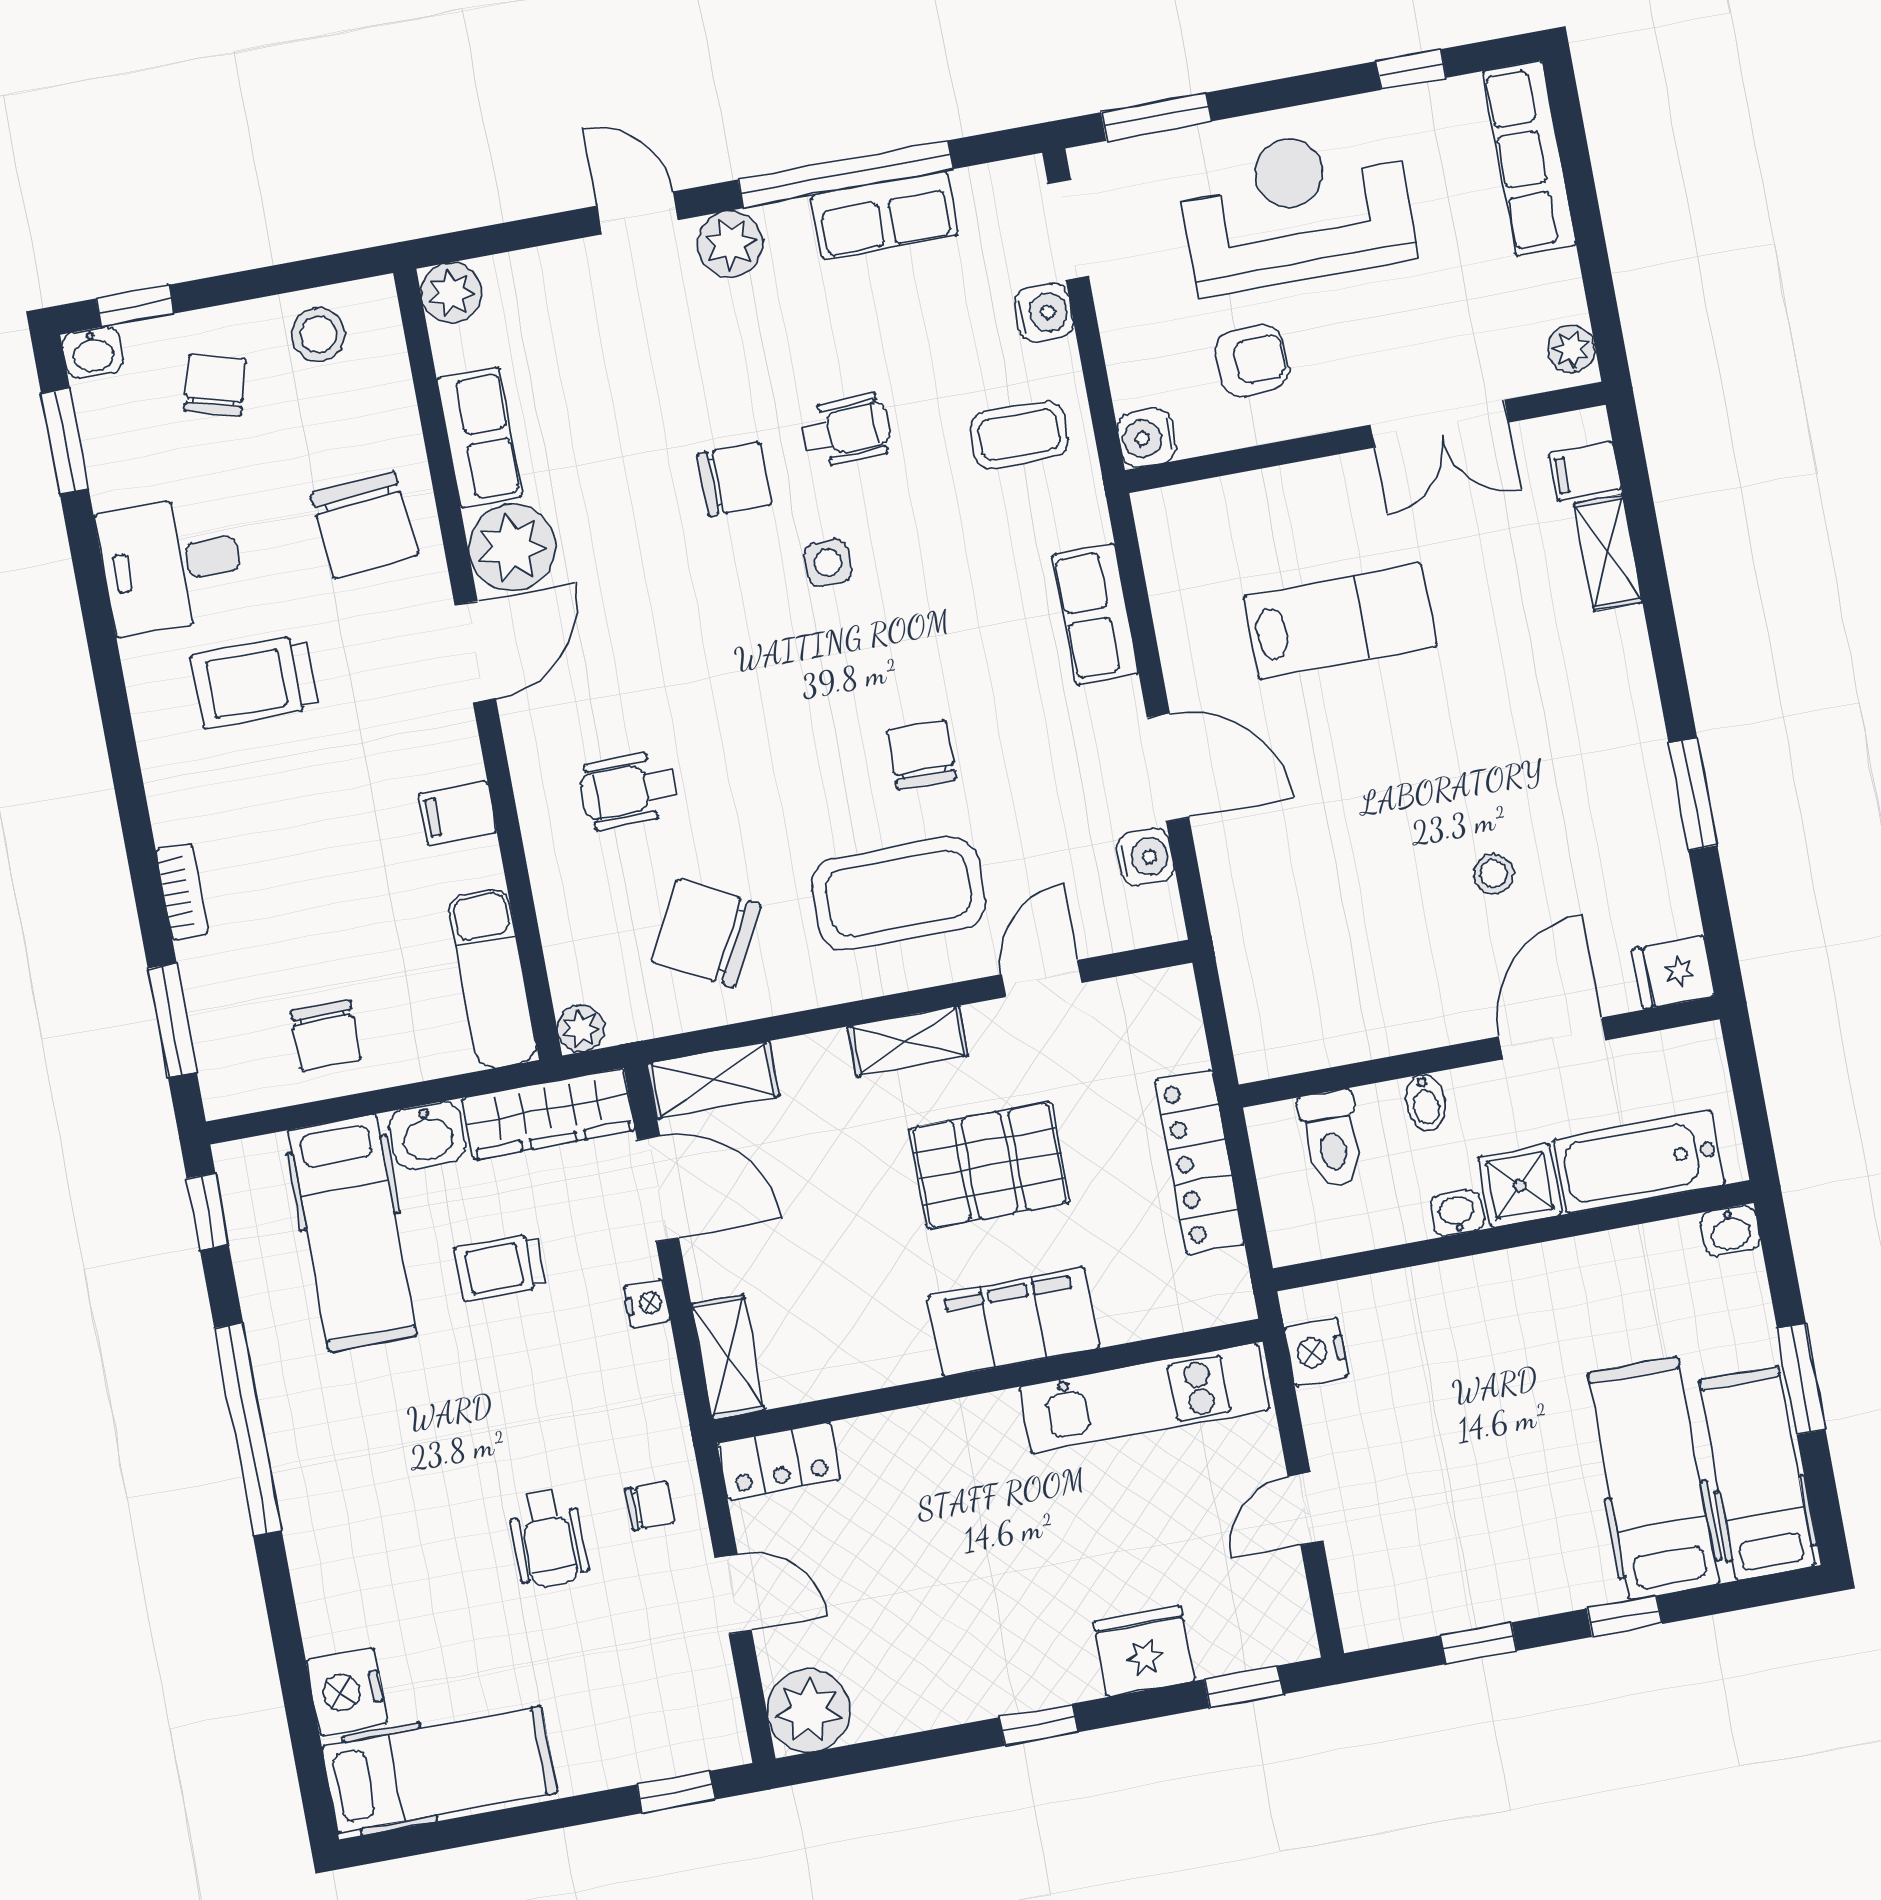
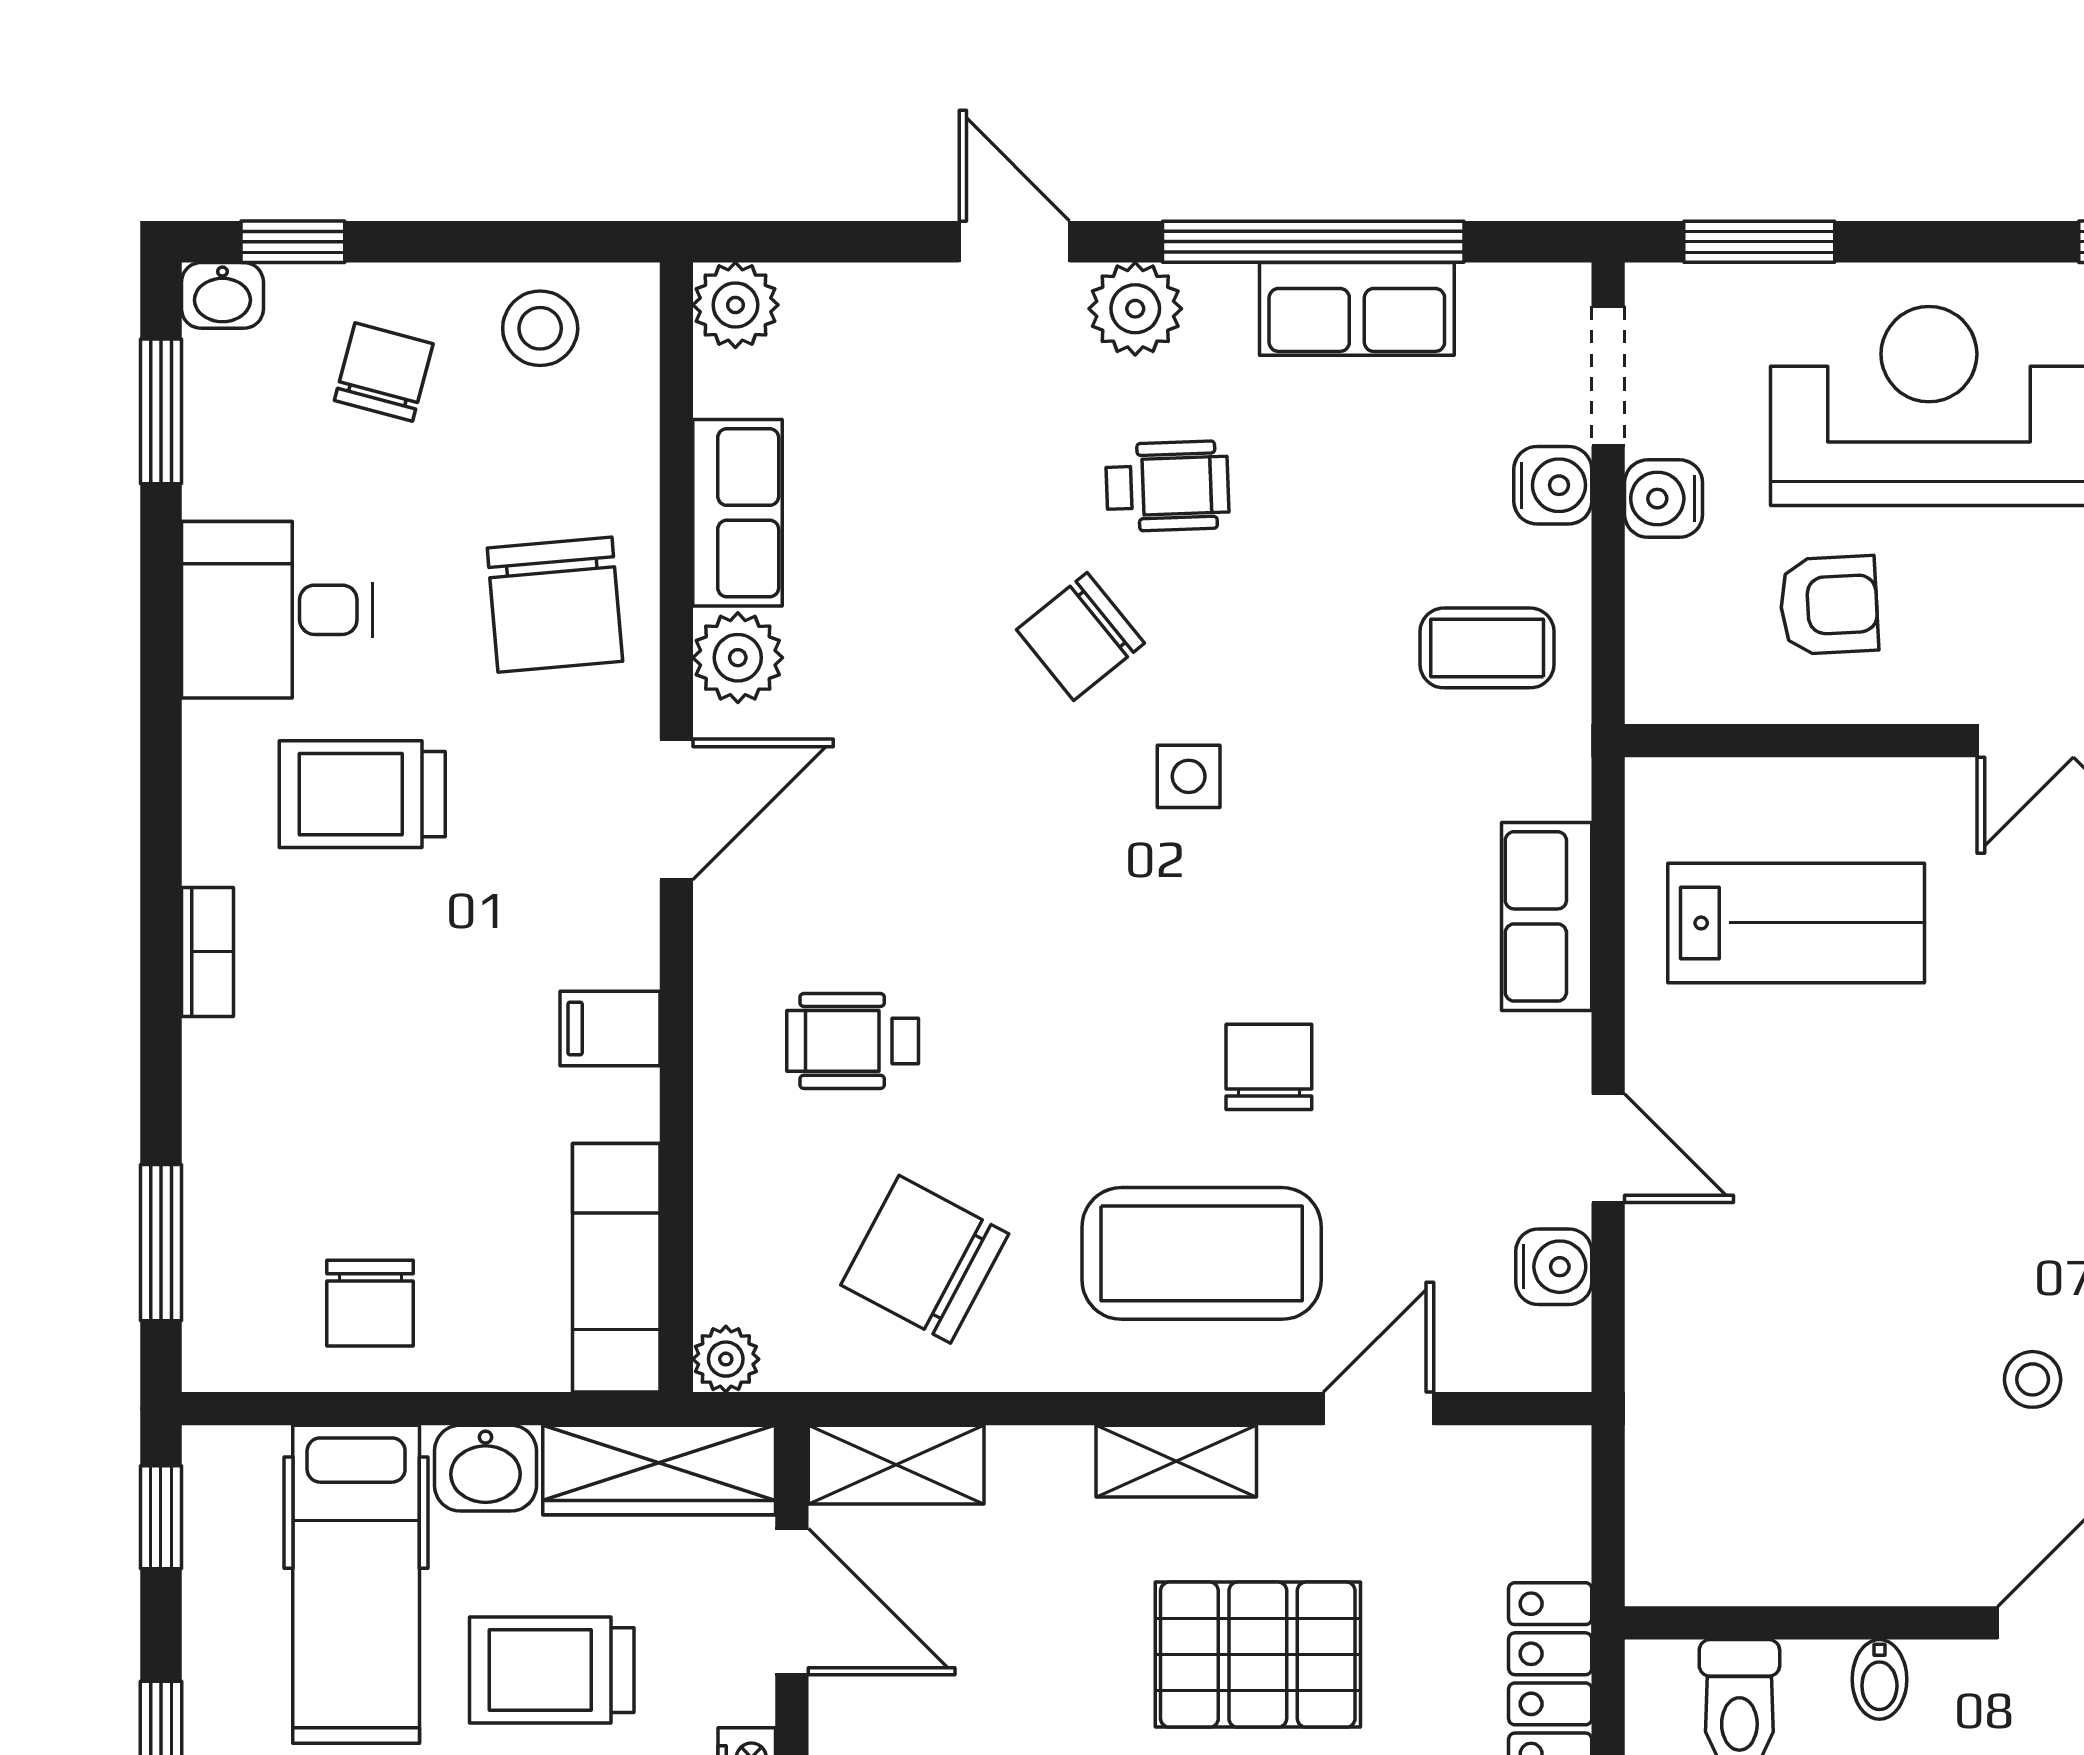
wheelchair: (846, 430) -> (1167, 486), moved
water cooler: (1147, 438) -> (1664, 499), moved
chair: (734, 479) -> (1080, 636), turned 141
plant: (512, 548) -> (738, 658), width x0.73, depth x0.73
lab bench: (1340, 621) -> (1796, 923), moved
door: (1168, 768) -> (1608, 1148), width x0.73
bookcase: (182, 891) -> (207, 952), moved
trolley: (500, 1267) -> (552, 1670), width x1.36, depth x1.39

